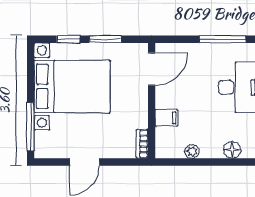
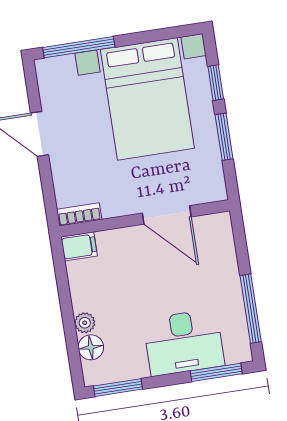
door: (152, 69) -> (167, 215), moved
filing cabinet: (166, 118) -> (79, 246), moved, turned -90
plant: (192, 151) -> (85, 323), moved

